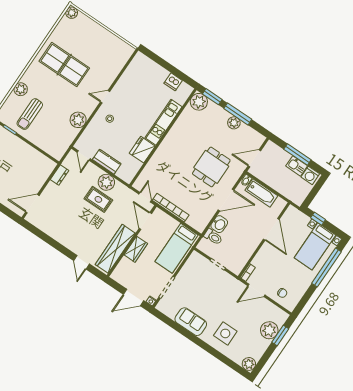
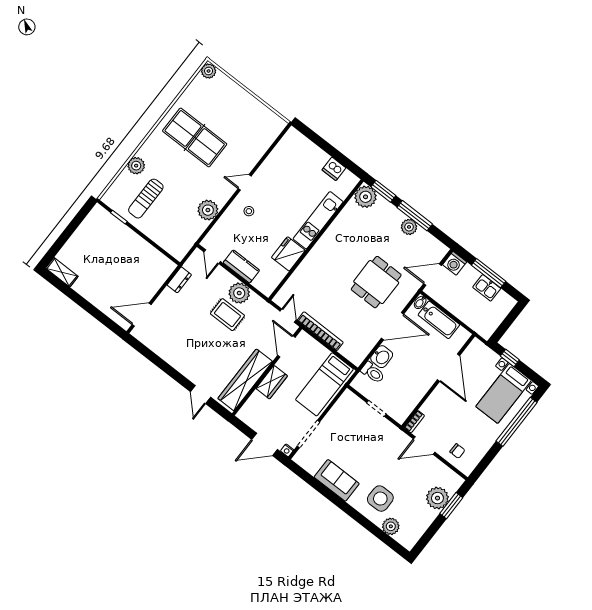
washing machine: (310, 175) -> (455, 263), moved
plant: (249, 364) -> (391, 526), moved

